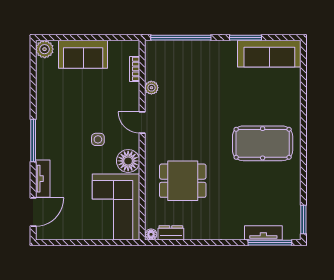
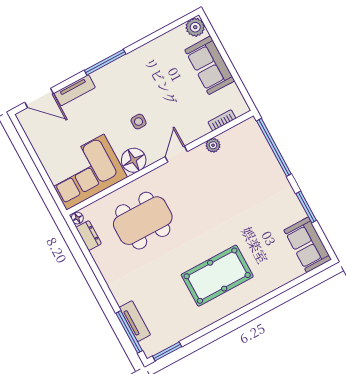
sofa: (269, 54) -> (308, 245), width x0.73
pool table: (263, 143) -> (217, 276), turned 90
dining table: (183, 181) -> (143, 221), width x1.38

